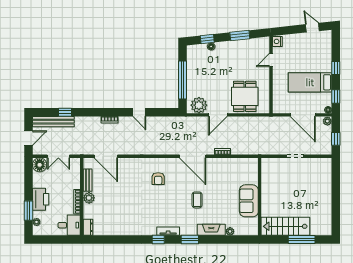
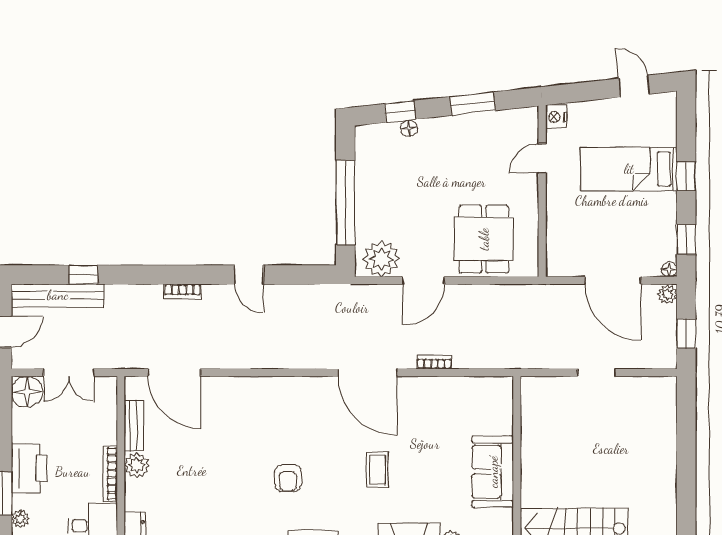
bed: (310, 82) -> (629, 169), moved
armchair: (158, 179) -> (288, 478), moved

